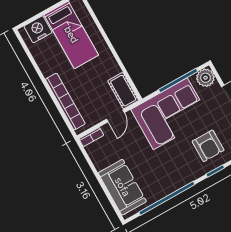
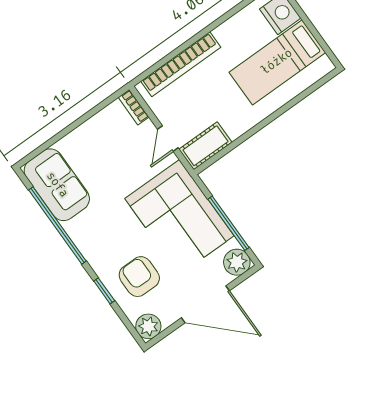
door: (115, 116) -> (168, 139), hinge flipped
armchair: (208, 146) -> (139, 277), turned 90
sofa: (122, 187) -> (57, 185), moved, turned -90

